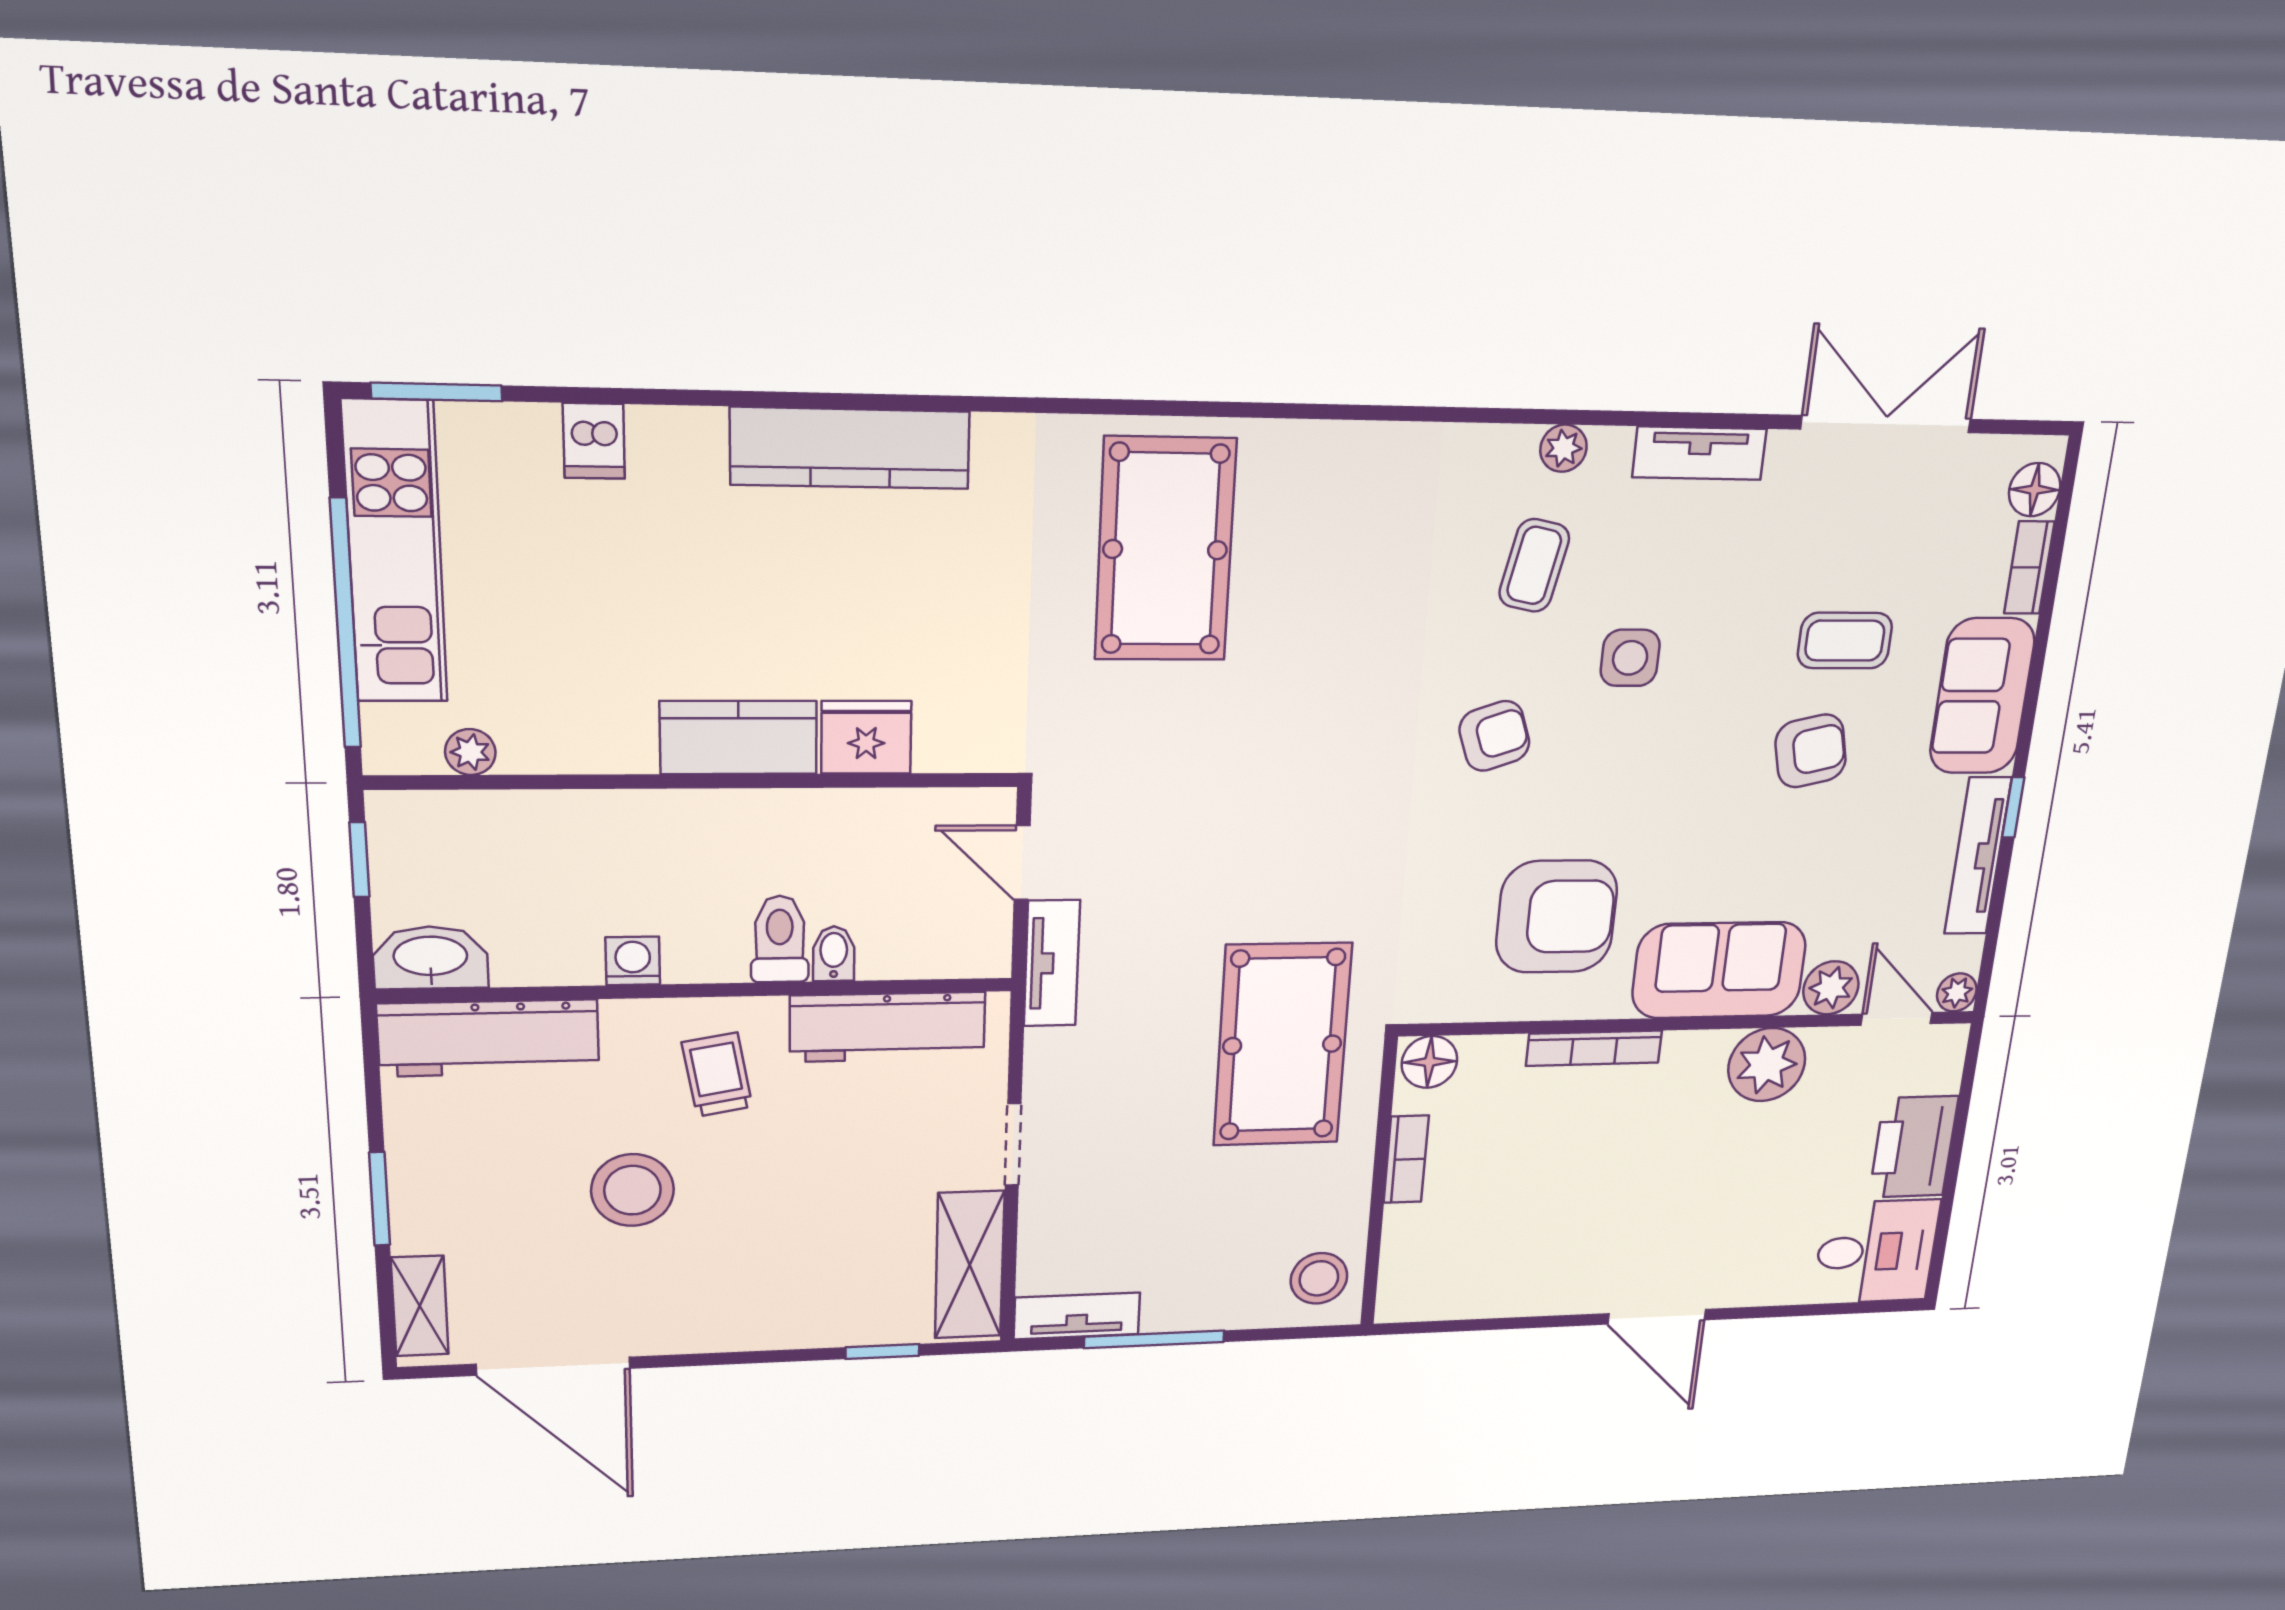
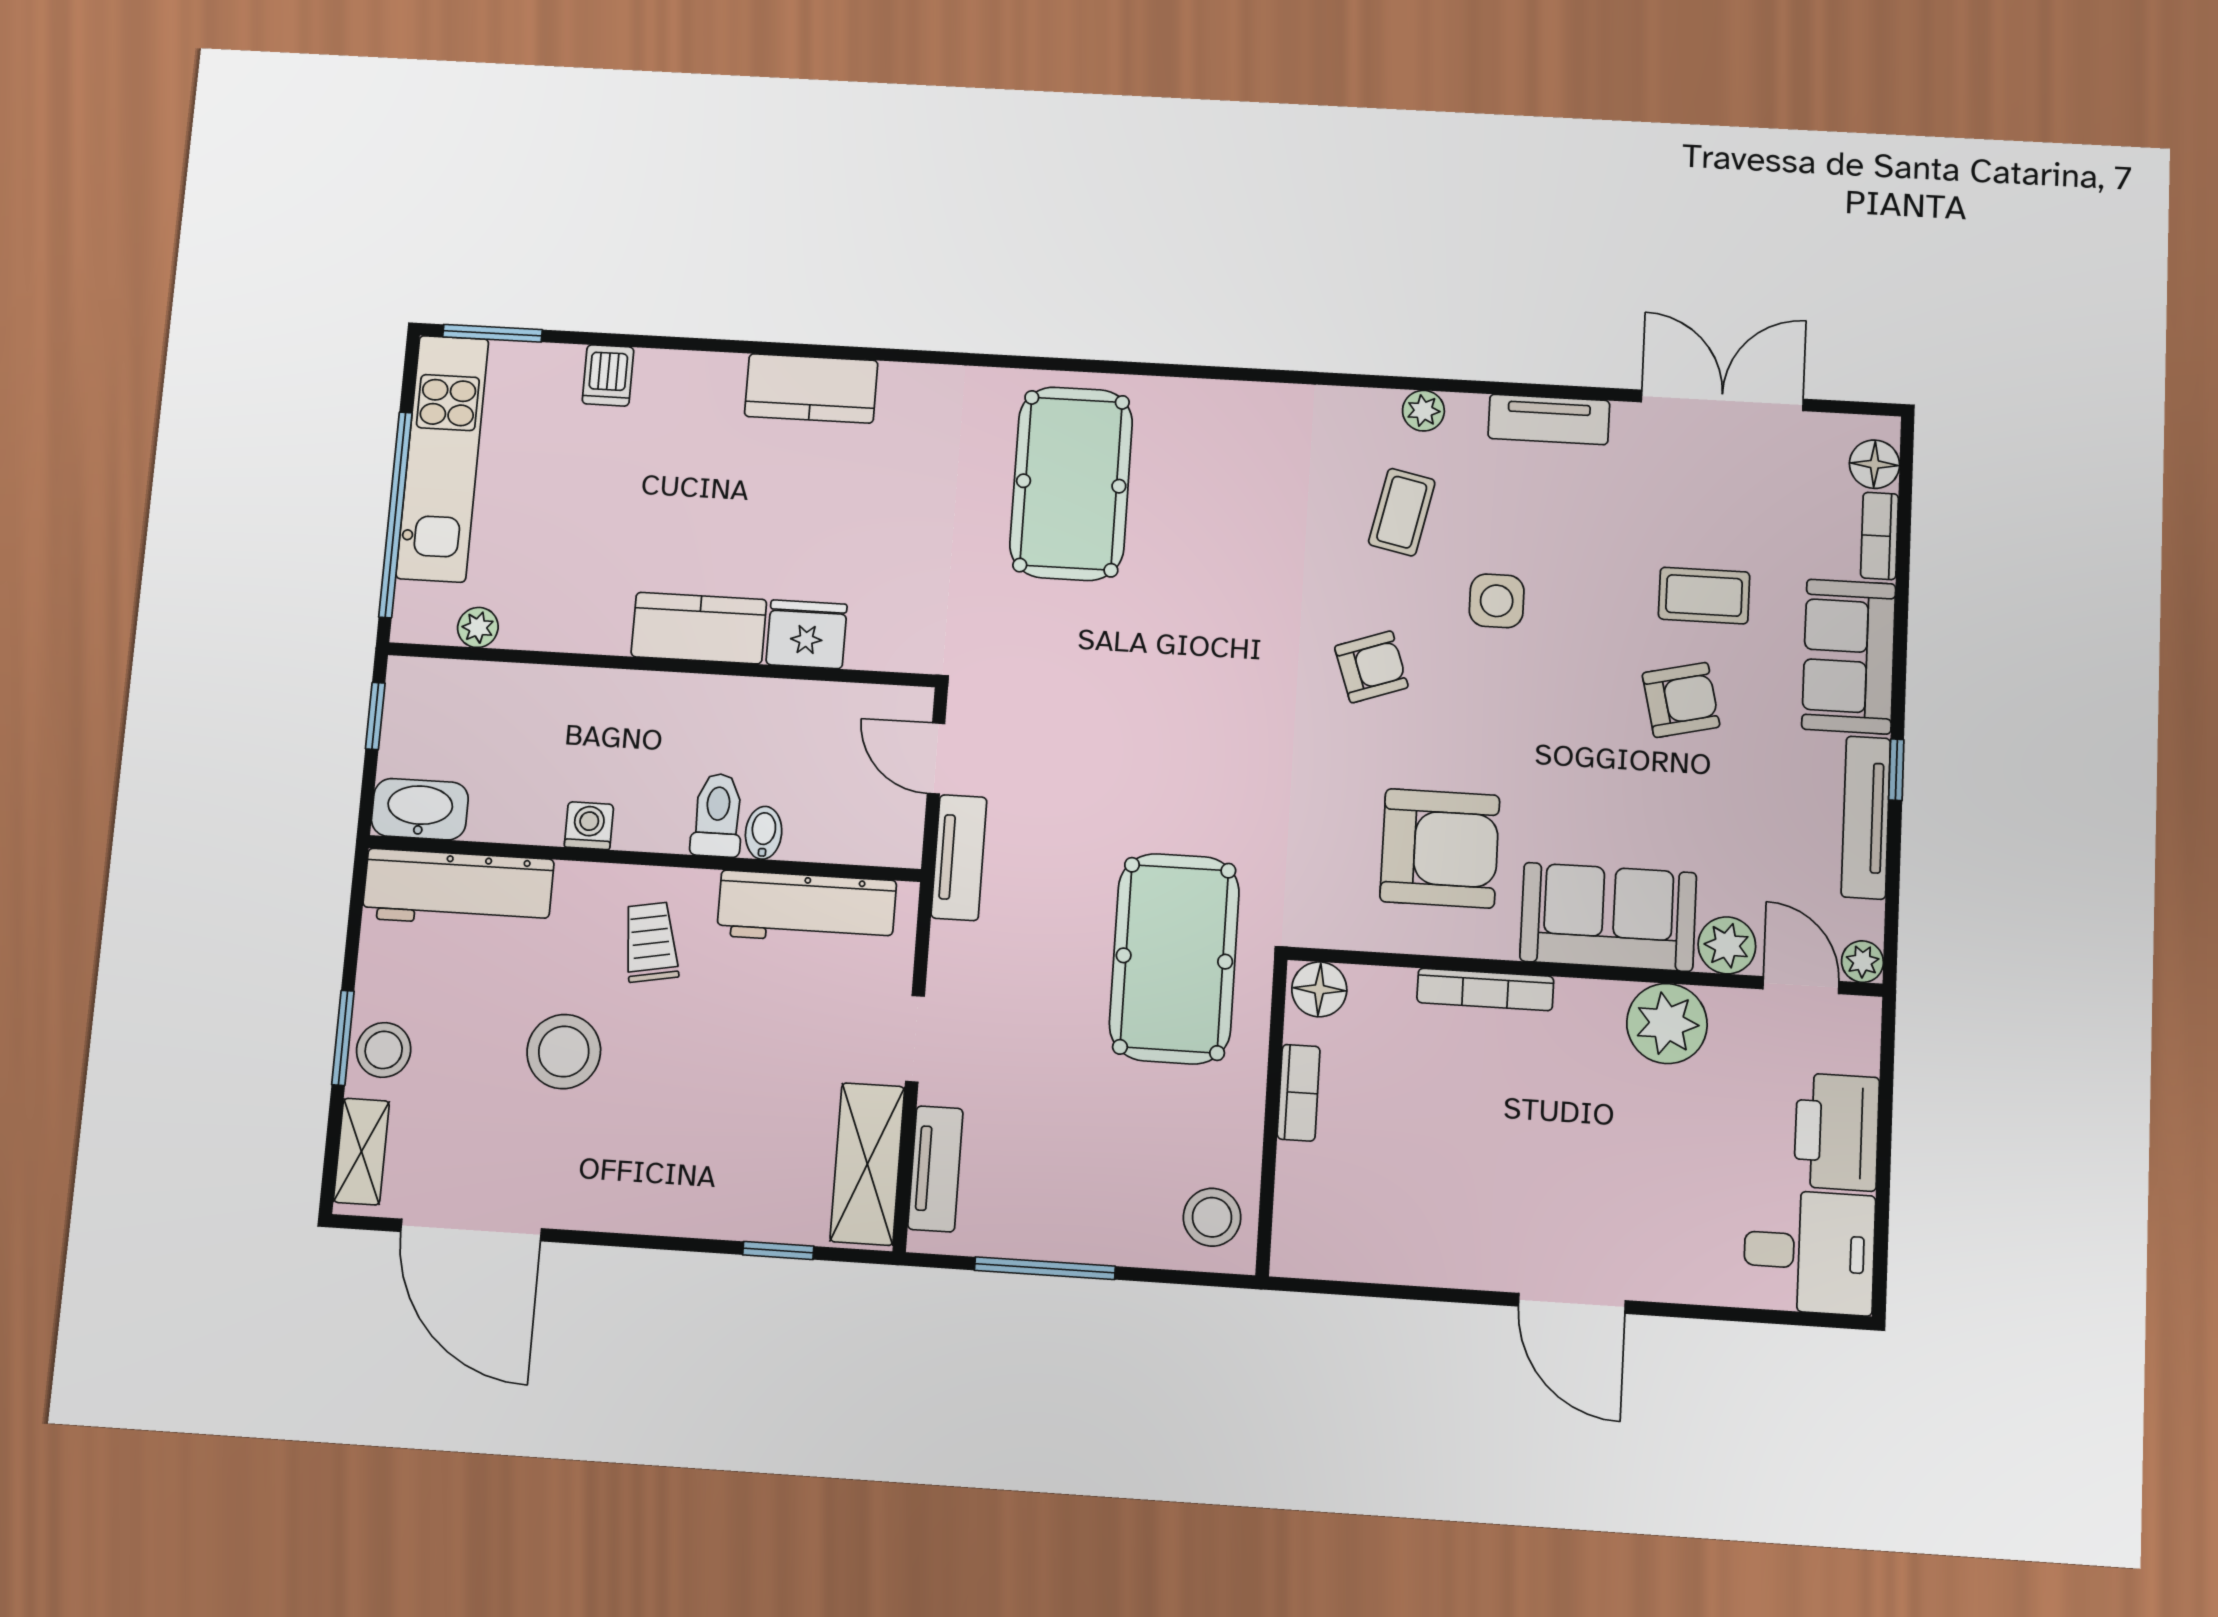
kitchen counter: (850, 448) -> (811, 388), width x0.67
stool: (428, 1207) -> (384, 1050), added
tv unit: (1077, 1316) -> (935, 1169), moved, turned 90

